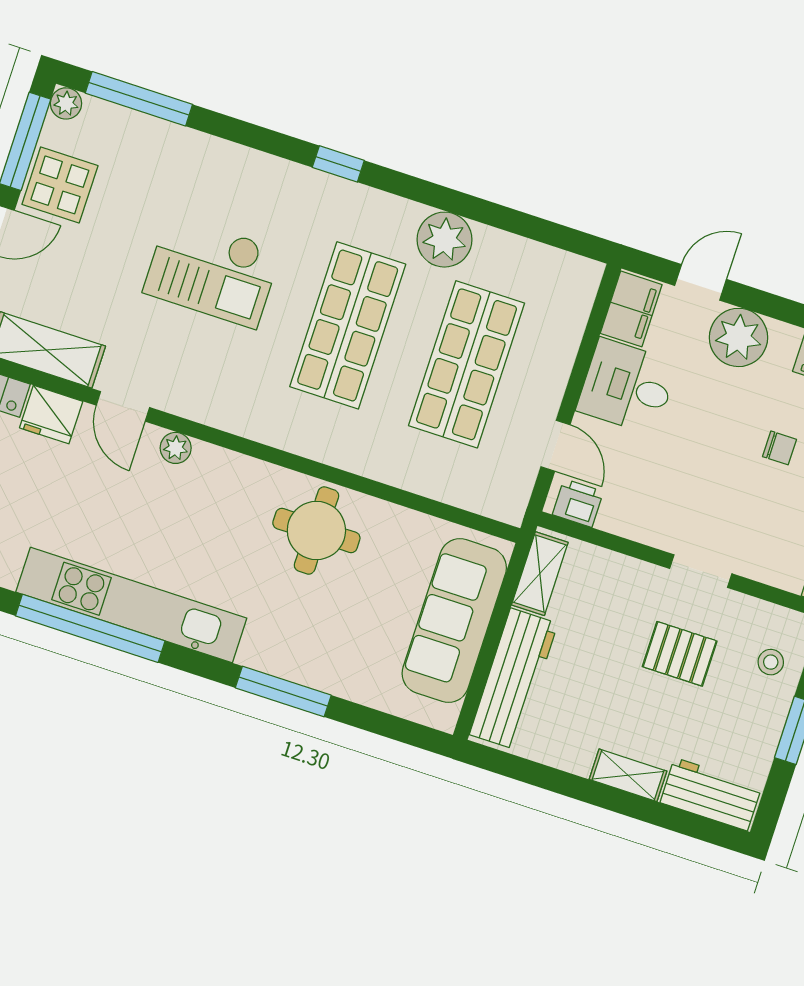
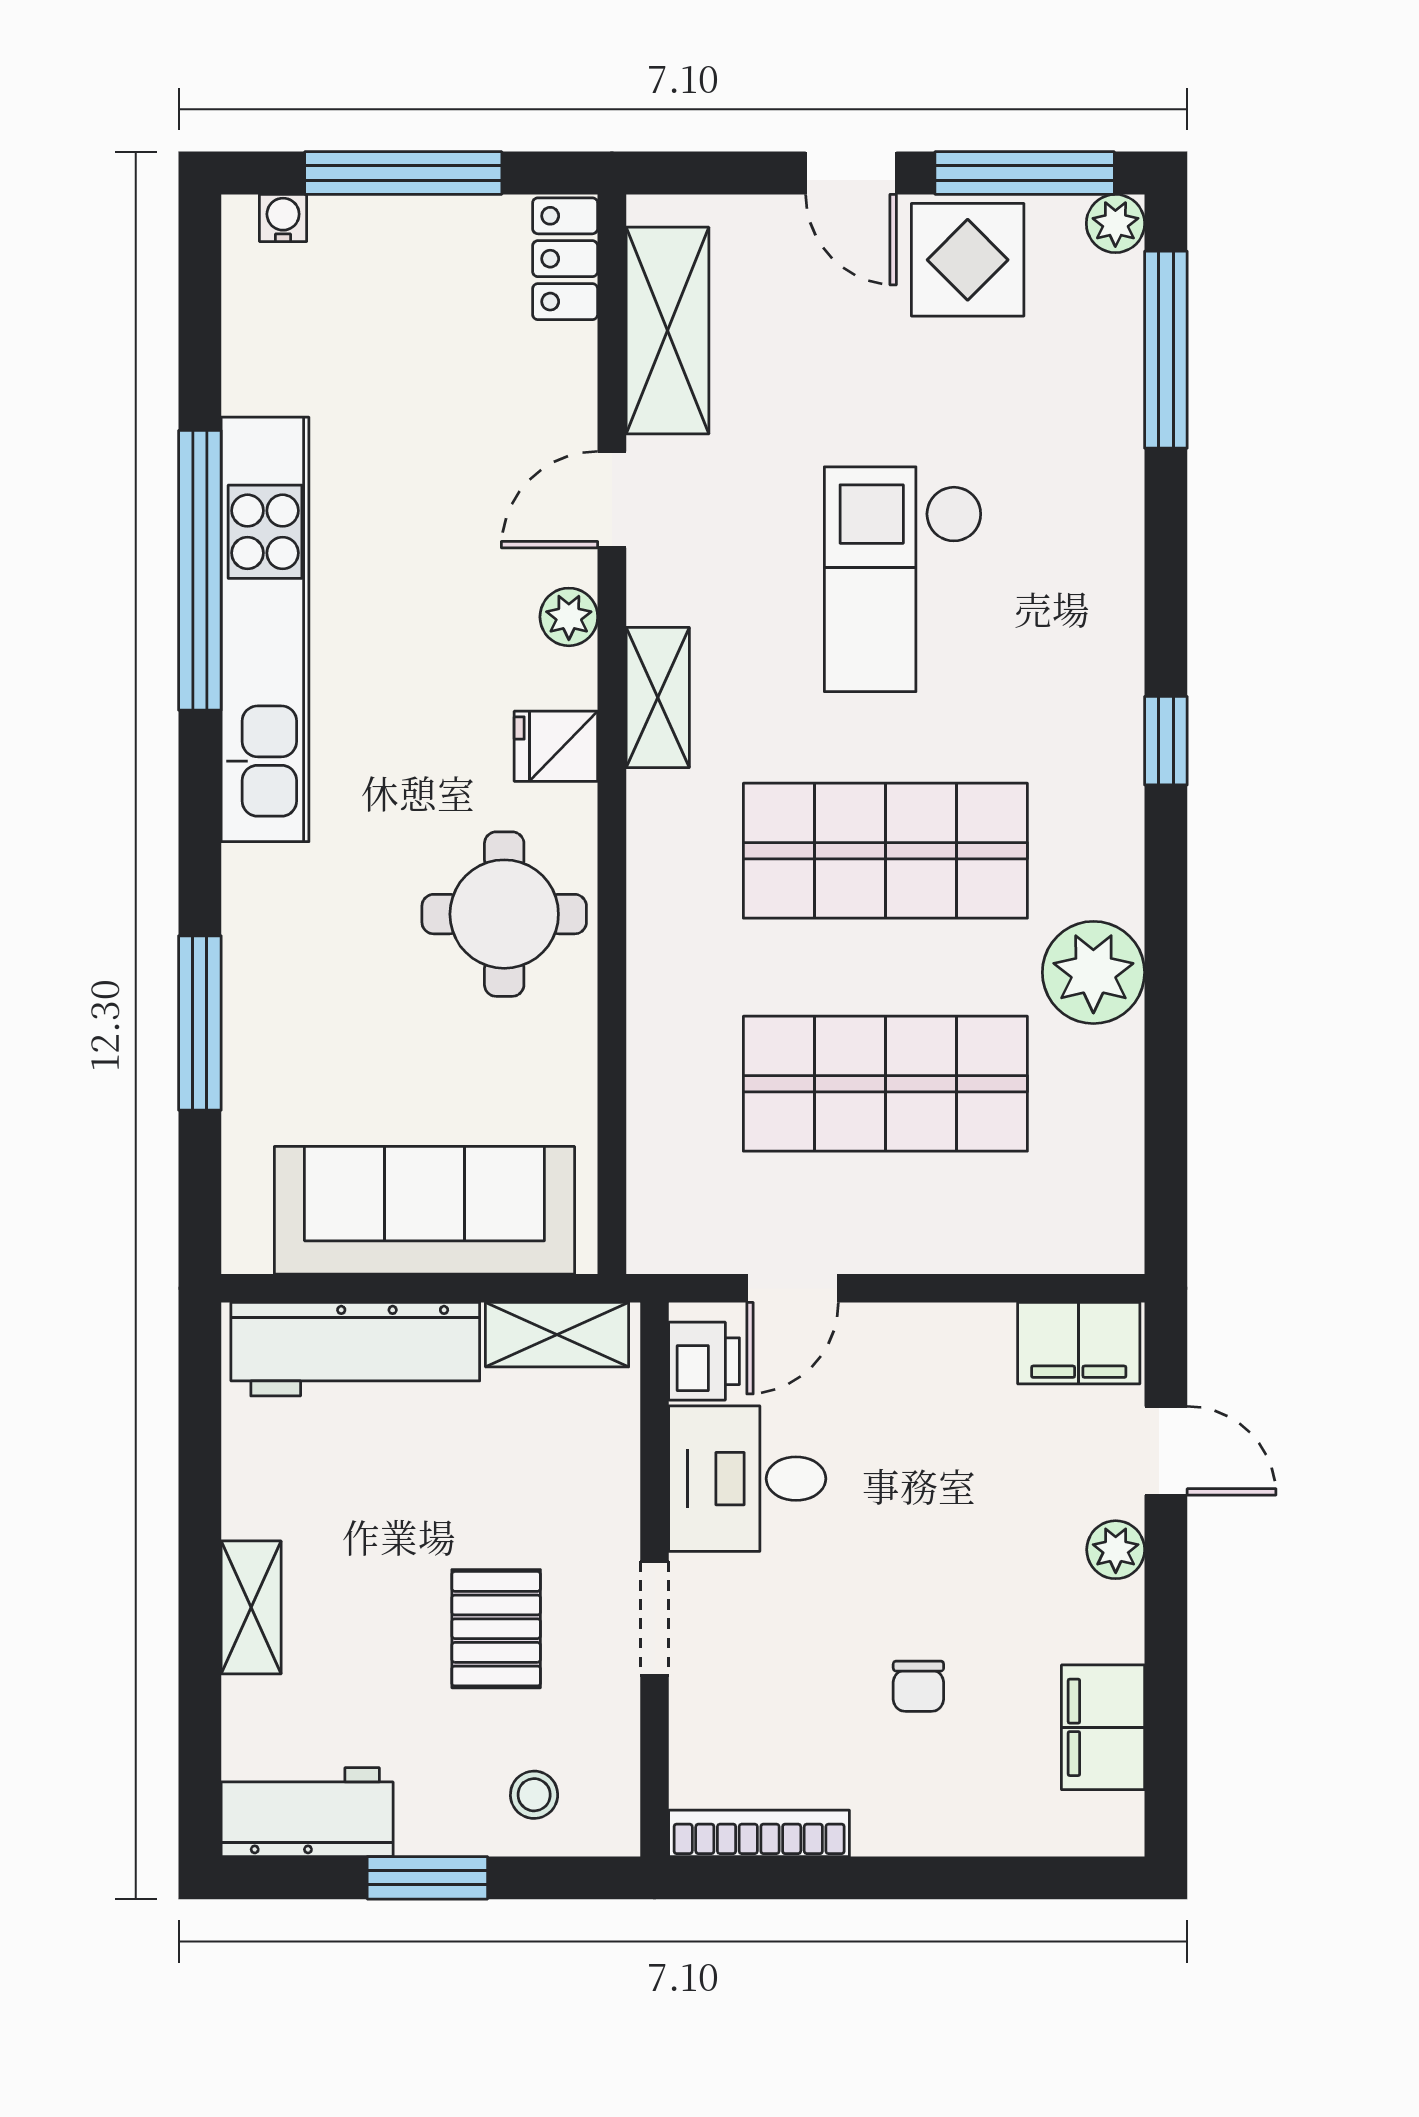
plant: (738, 337) -> (1116, 1550), width x0.53, depth x0.53
desk: (627, 386) -> (747, 1479), moved, turned -90
fridge: (51, 415) -> (556, 746), moved, width x0.72
shelving: (232, 416) -> (658, 697), added
window: (283, 691) -> (200, 1023), moved
workbench: (711, 794) -> (307, 1812), moved, turned -90

